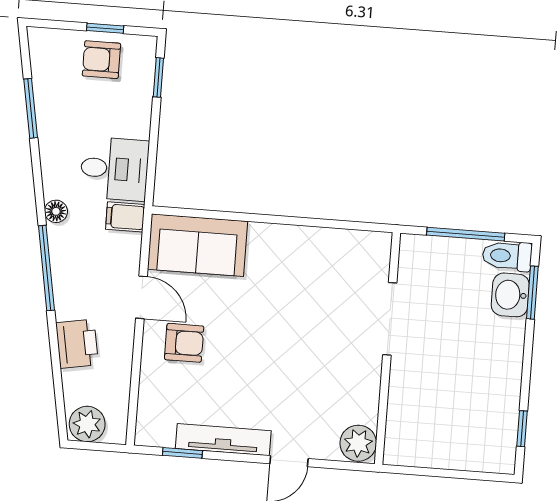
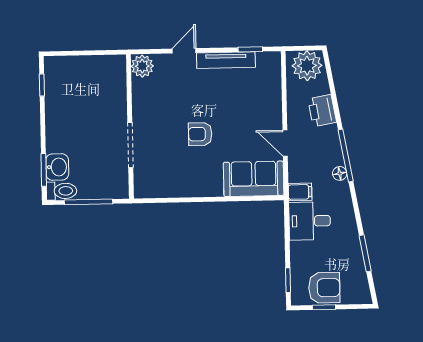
armchair: (101, 60) -> (324, 288), width x1.38, depth x1.38
floor lamp: (56, 211) -> (340, 173), moved
armchair: (184, 343) -> (200, 134), moved
plant: (87, 424) -> (307, 66), width x1.36, depth x1.36

